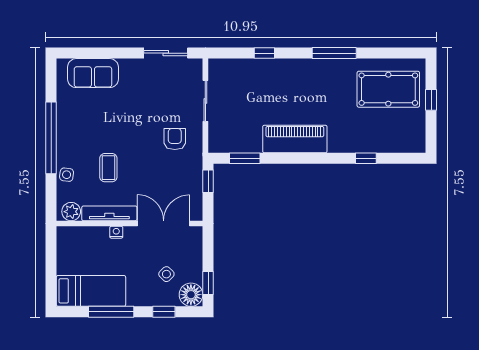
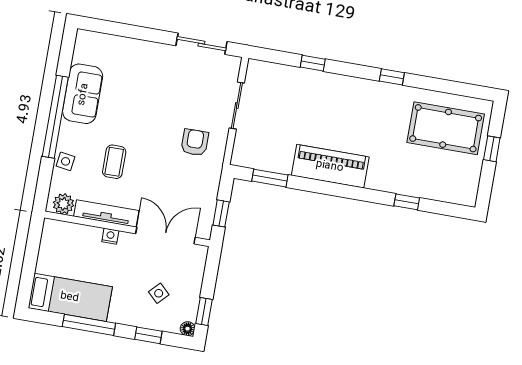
window: (334, 53) -> (392, 77), width x0.46
sofa: (93, 73) -> (83, 94), moved, turned -90
window: (208, 181) -> (221, 213), moved
floor lamp: (191, 295) -> (188, 329), width x0.53, depth x0.53

